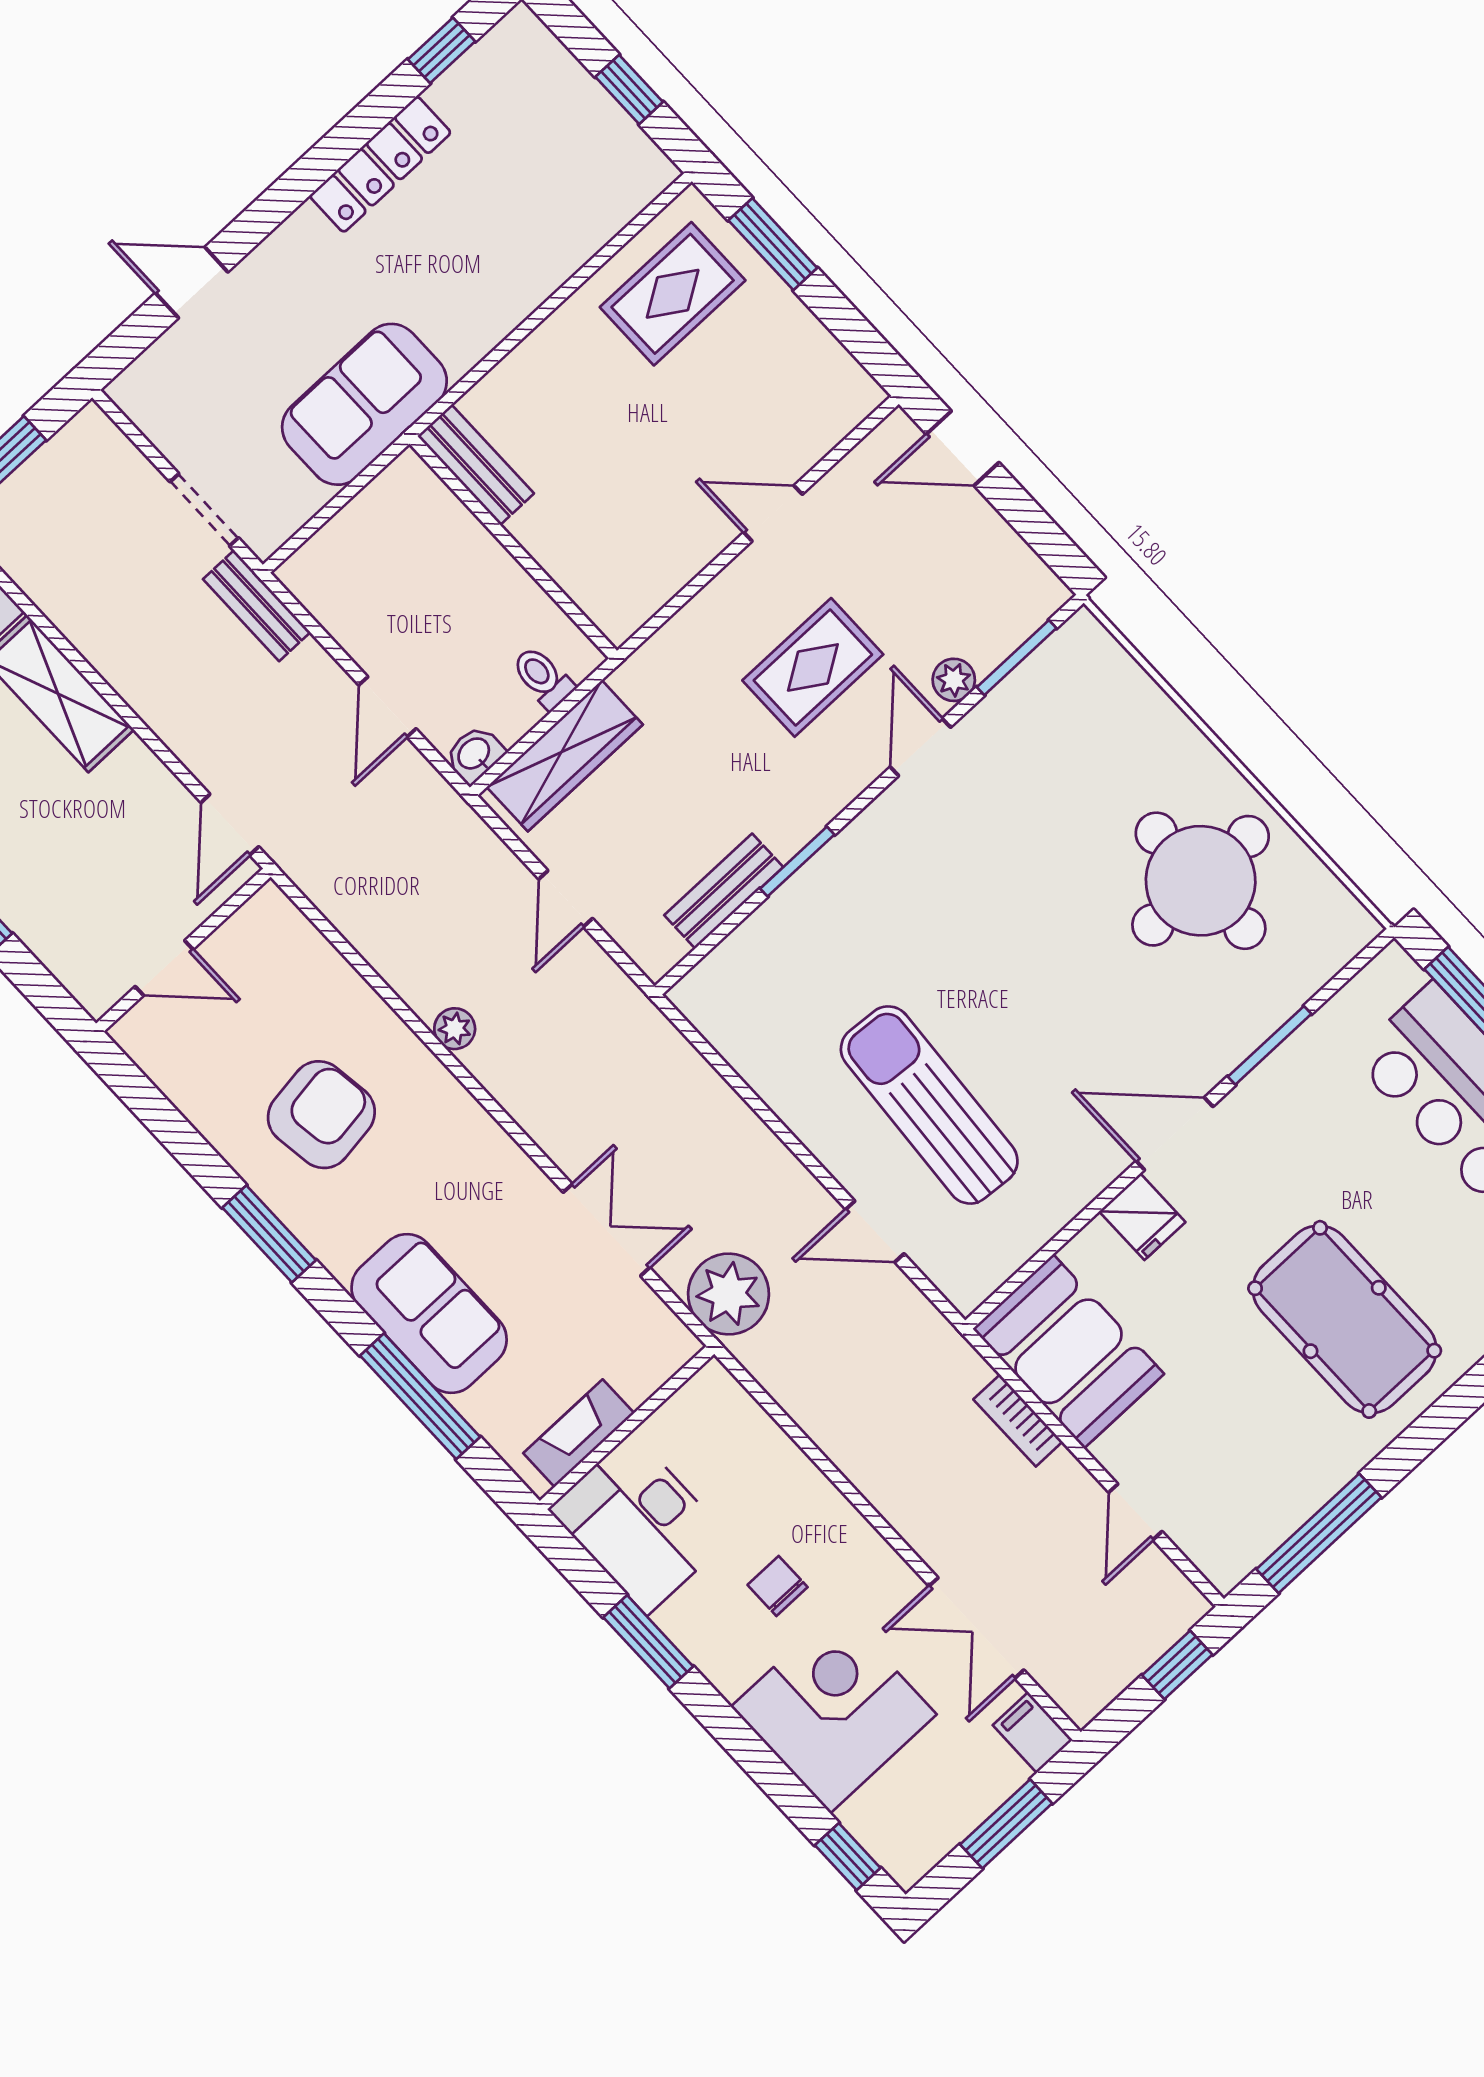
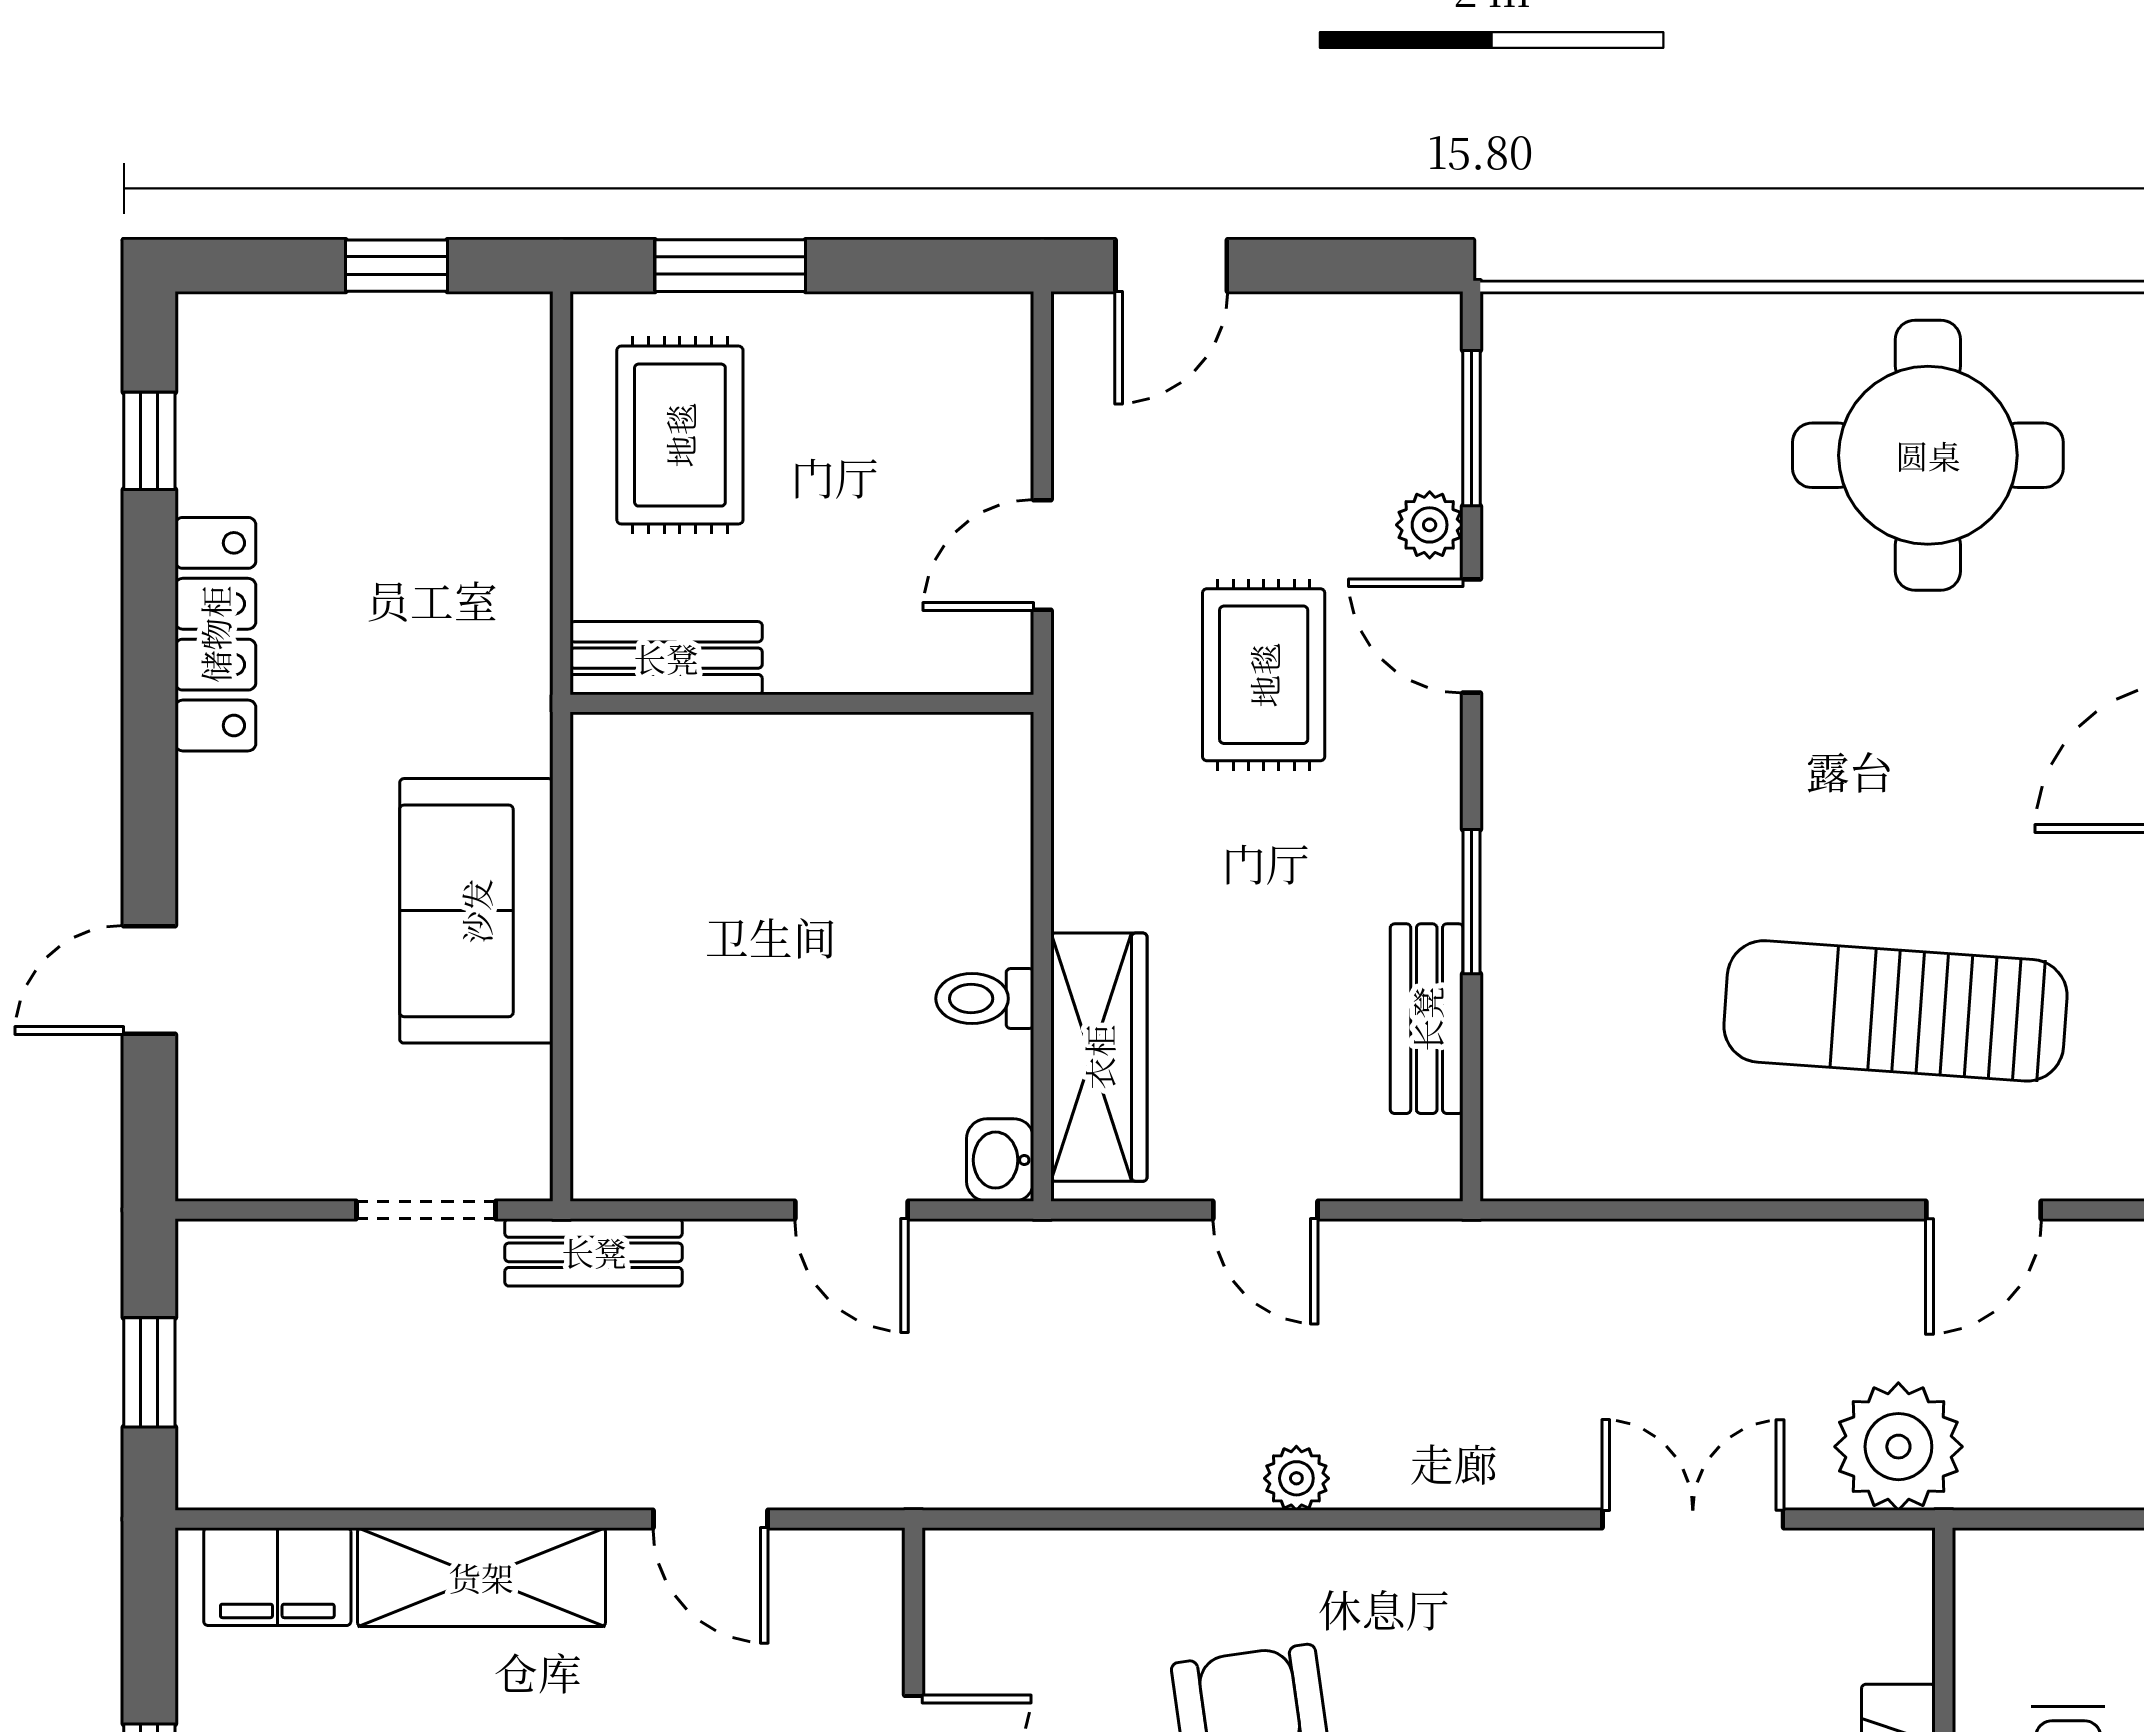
bench: (476, 465) -> (666, 658), moved
wall: (513, 547) -> (802, 703), moved
door: (230, 825) -> (710, 1519), moved

